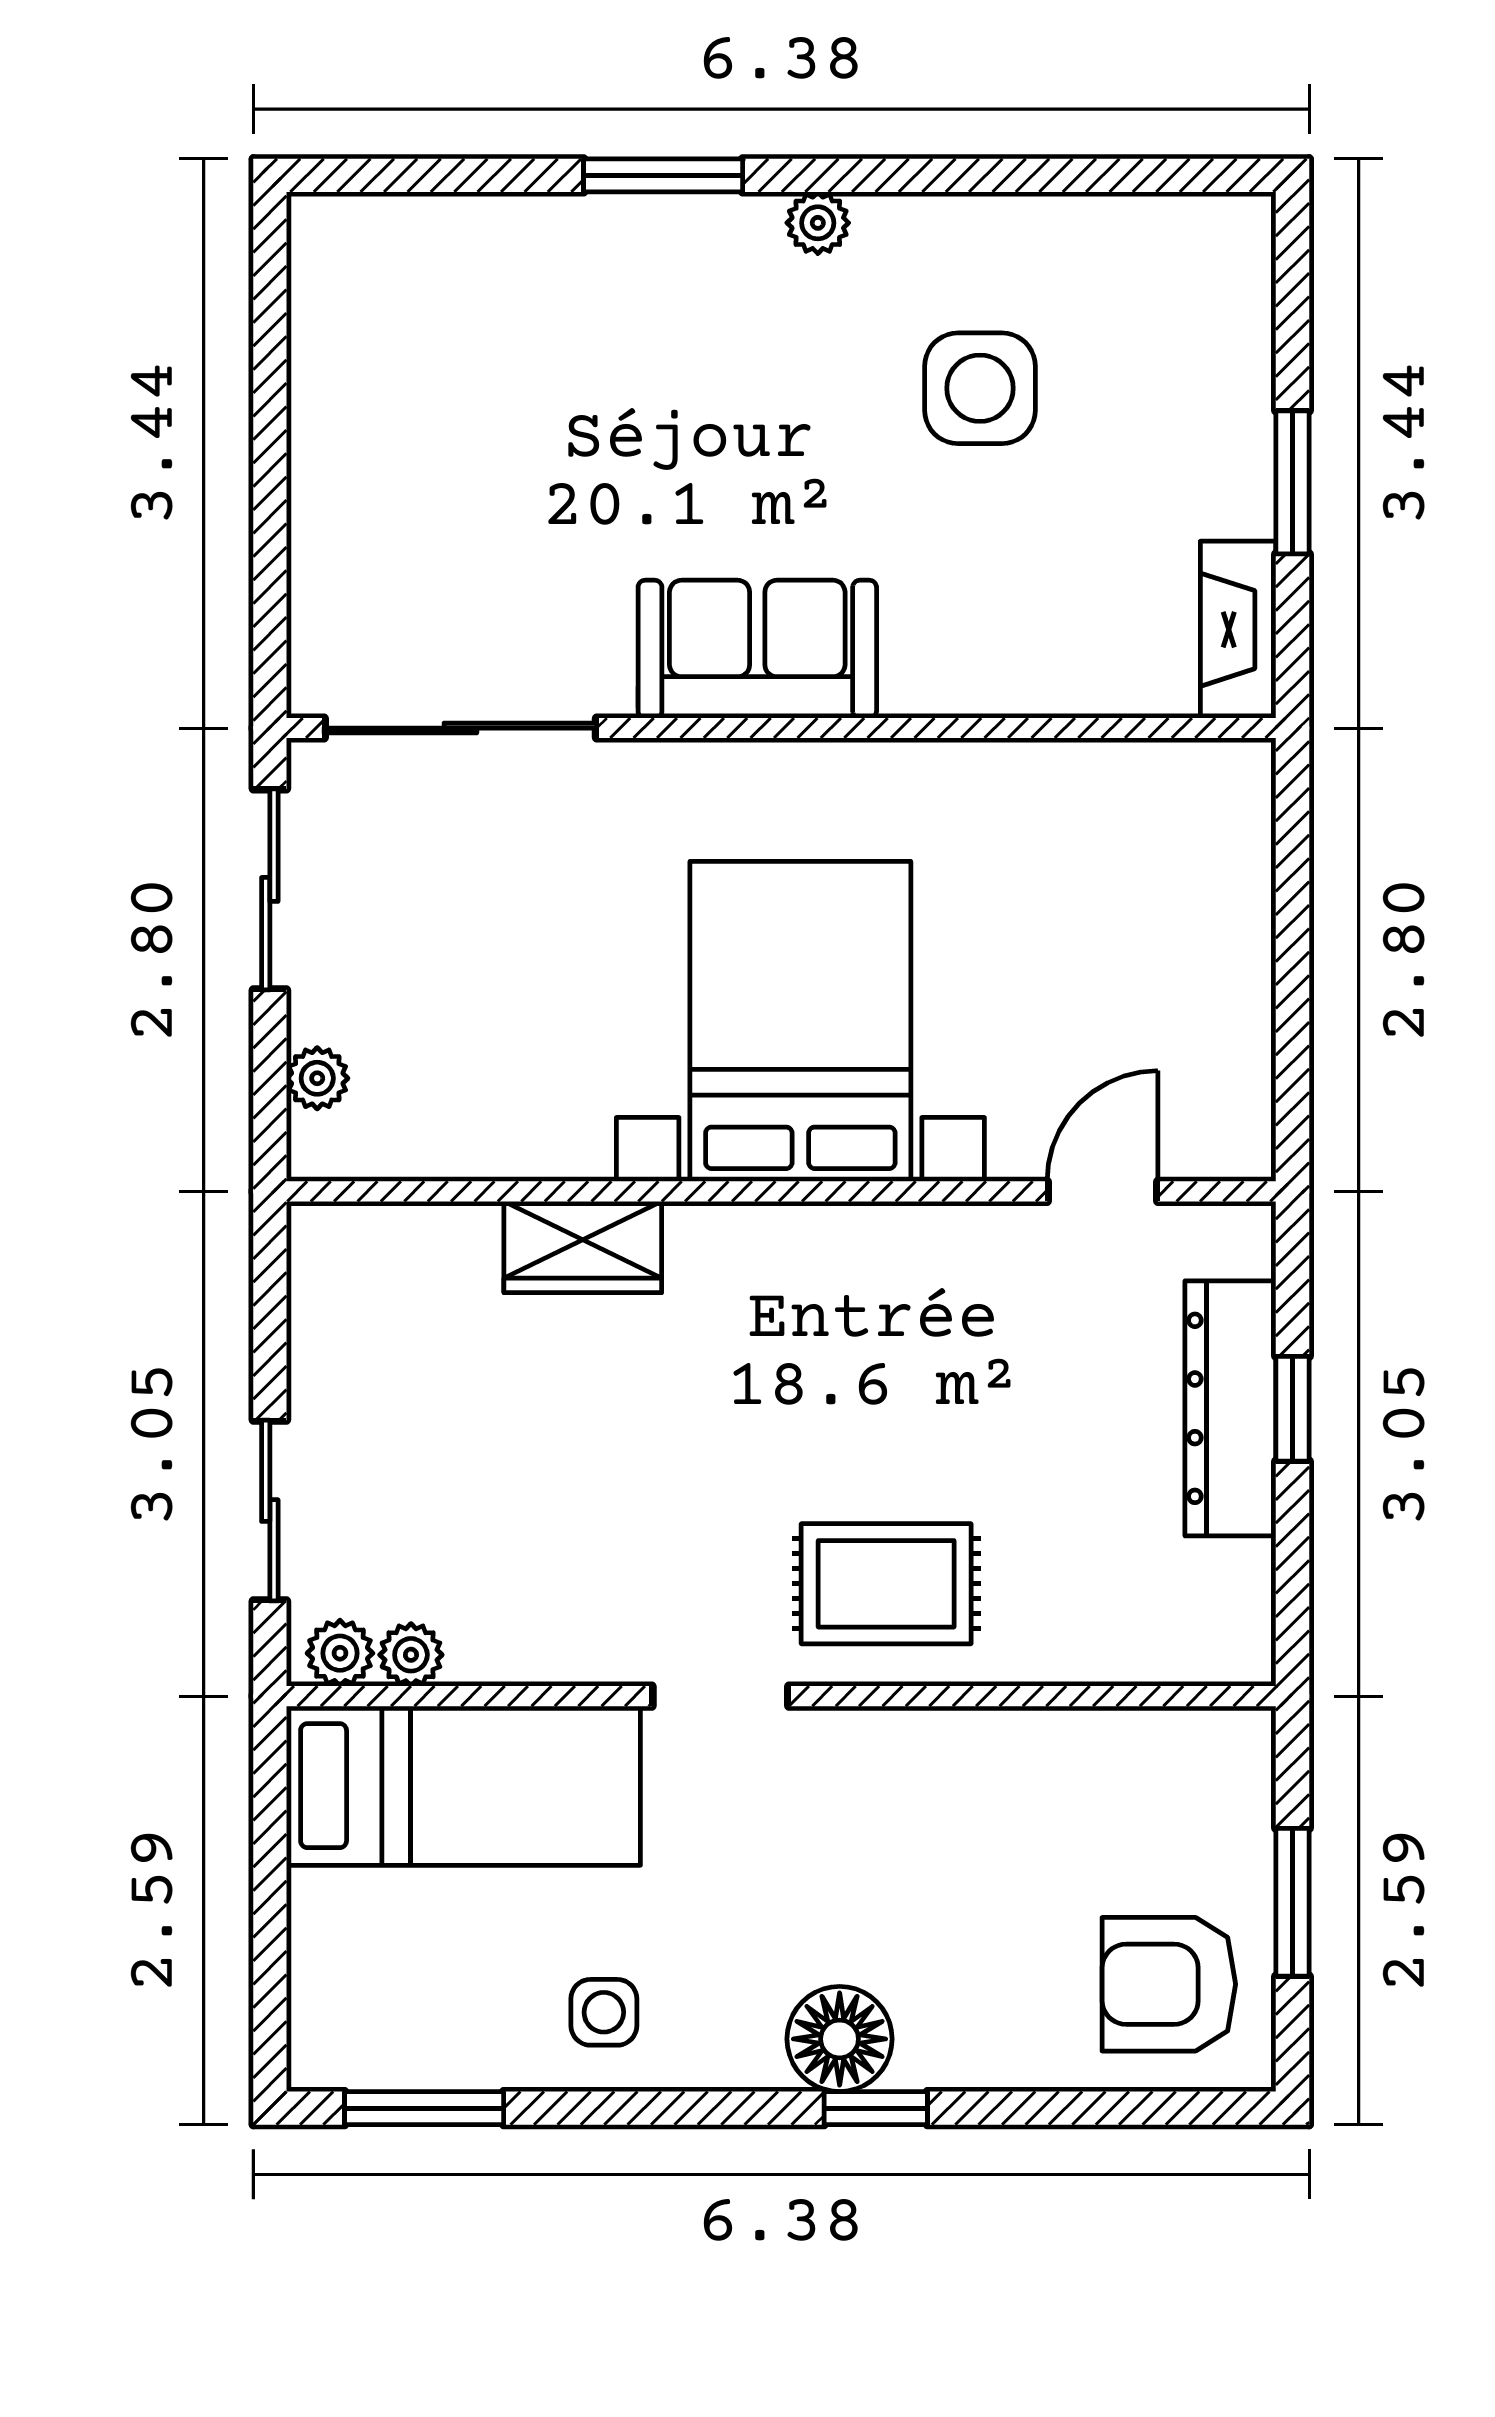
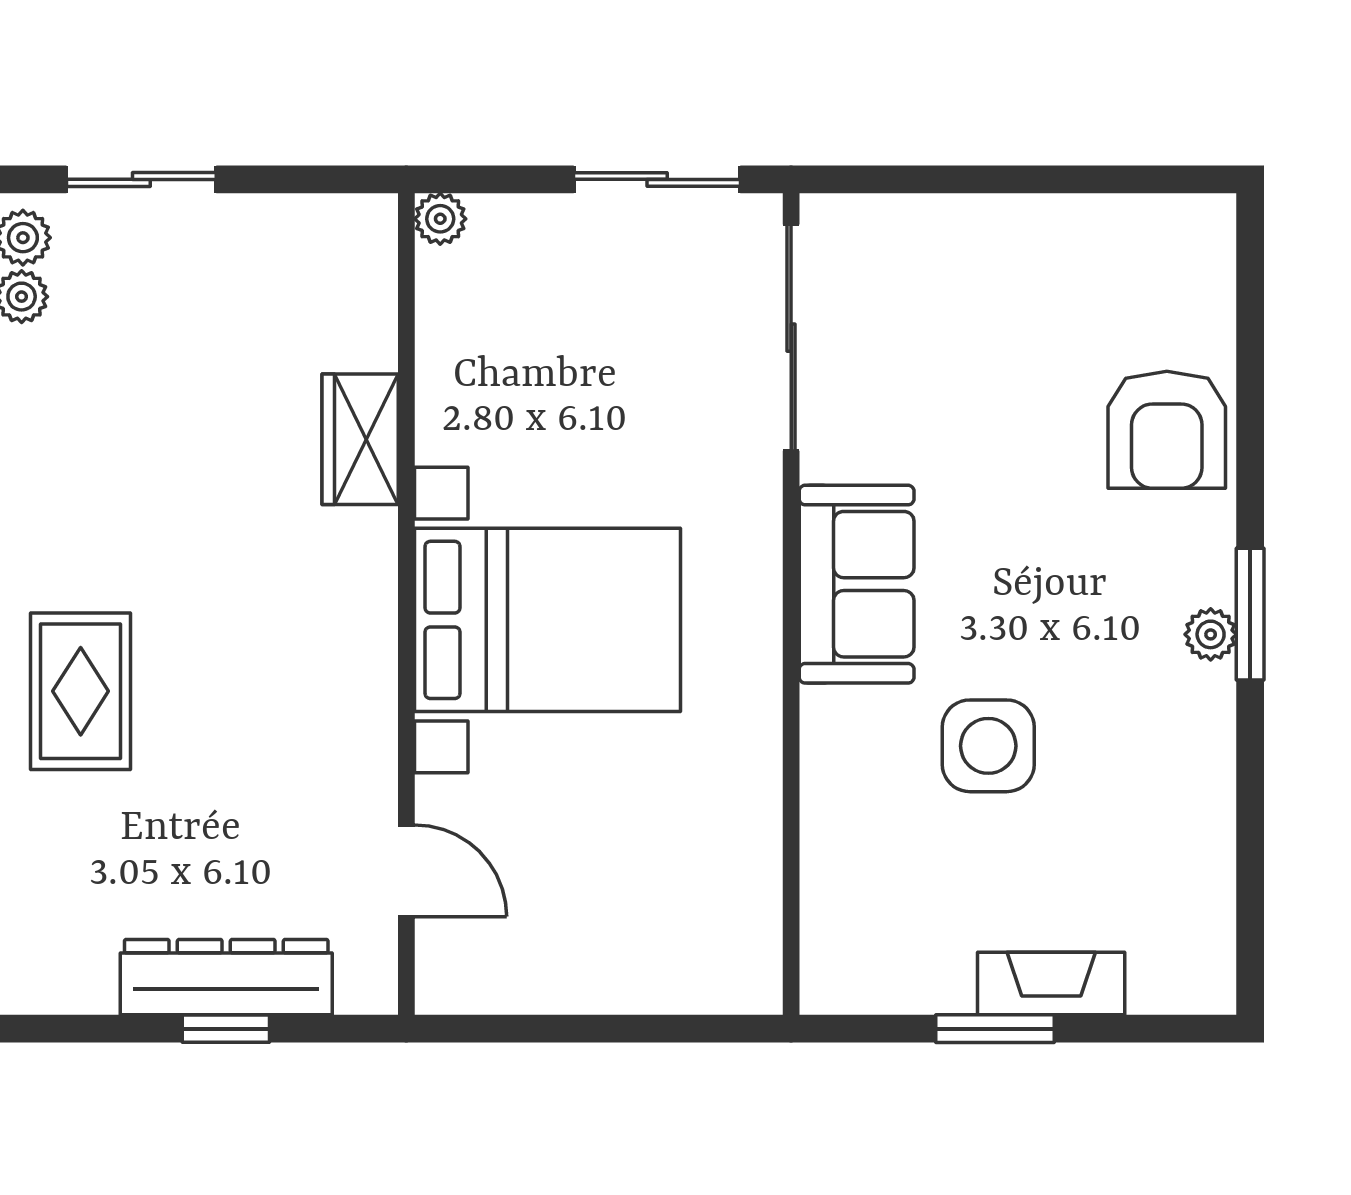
window: (663, 175) -> (1250, 614), moved
armchair: (571, 276) -> (1167, 430), added
side table: (980, 388) -> (988, 746), moved
fireplace: (1238, 630) -> (1051, 983), moved
plant: (317, 1078) -> (440, 219), moved

